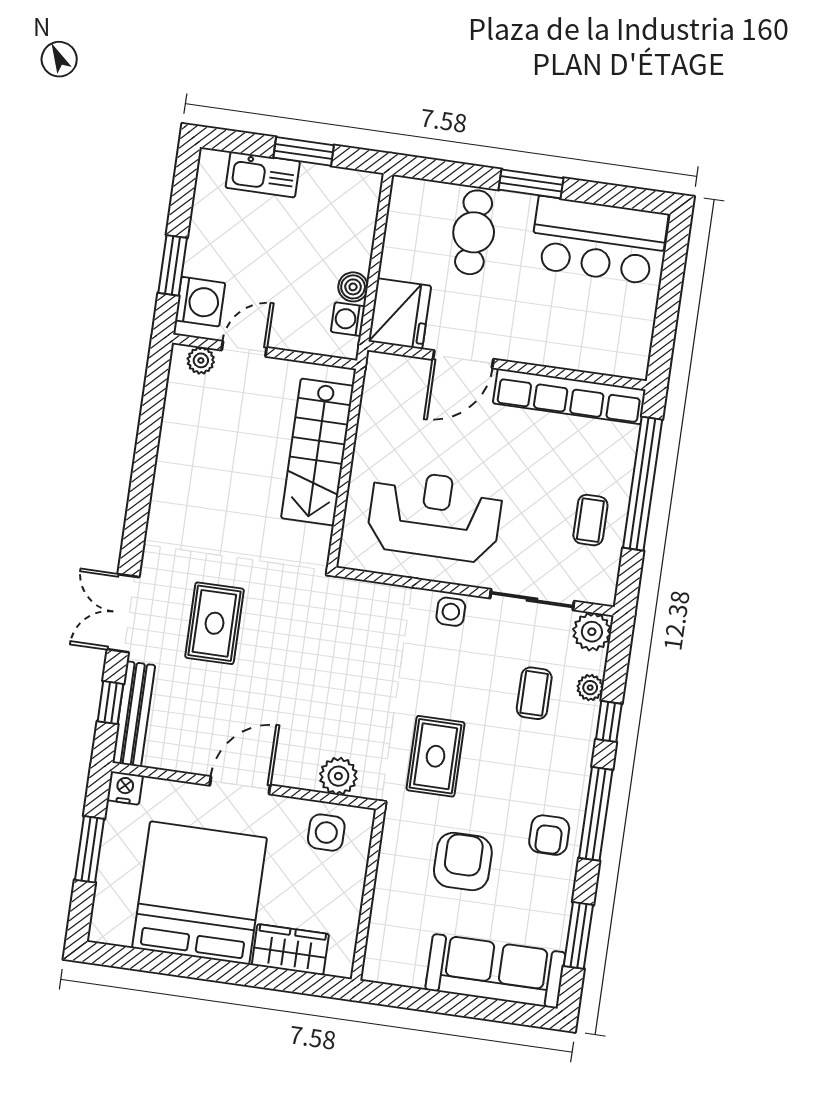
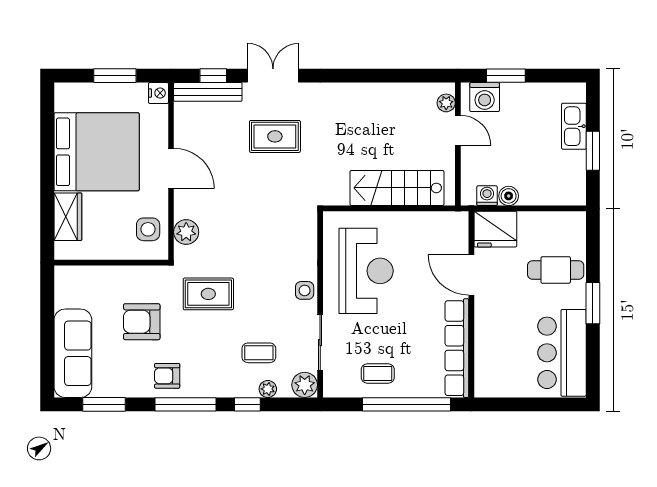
armchair: (463, 861) -> (142, 322), turned 180

